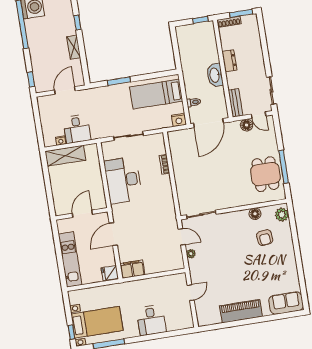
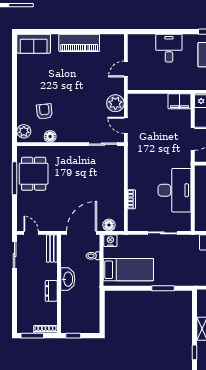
floor lamp: (247, 125) -> (109, 225), moved
plant: (191, 254) -> (115, 103), width x1.88, depth x1.88

